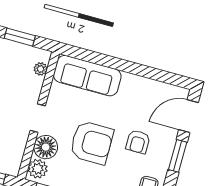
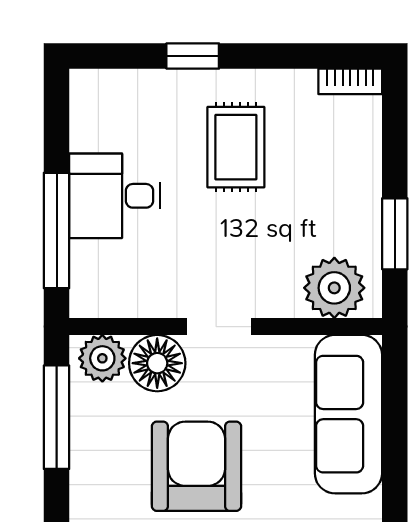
plant: (41, 69) -> (334, 288), width x1.87, depth x1.87
armchair: (92, 143) -> (196, 466), turned 180

